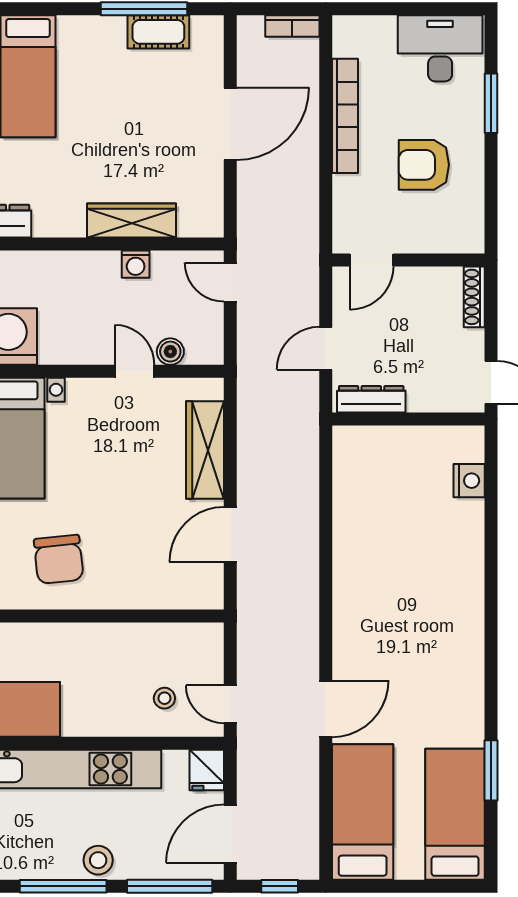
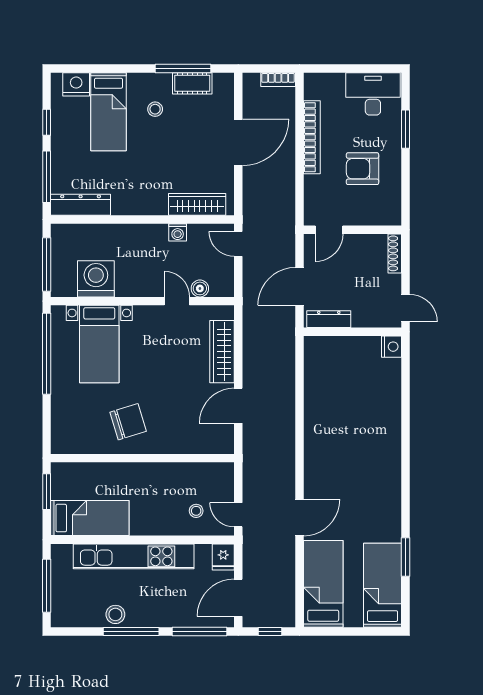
stool: (101, 72) -> (155, 109), added
wardrobe: (132, 221) -> (197, 204), moved
door: (326, 348) -> (300, 286), width x1.38
nightstand: (469, 481) -> (392, 347), moved
chair: (59, 559) -> (128, 422), turned -101
stool: (98, 860) -> (115, 614), moved

